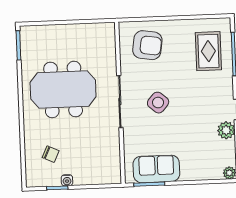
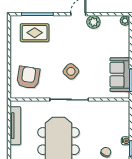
tv unit: (82, 30) -> (15, 126), added

